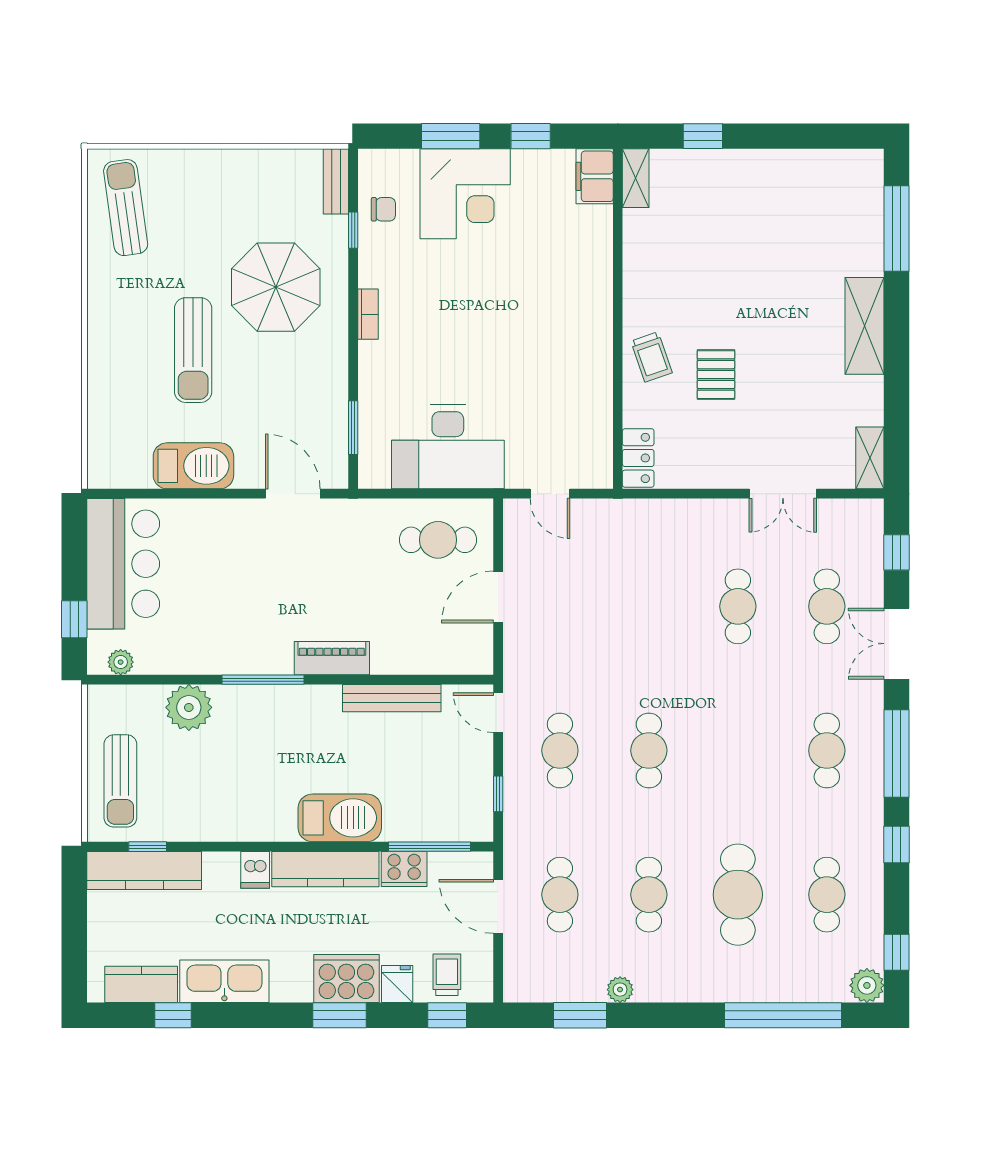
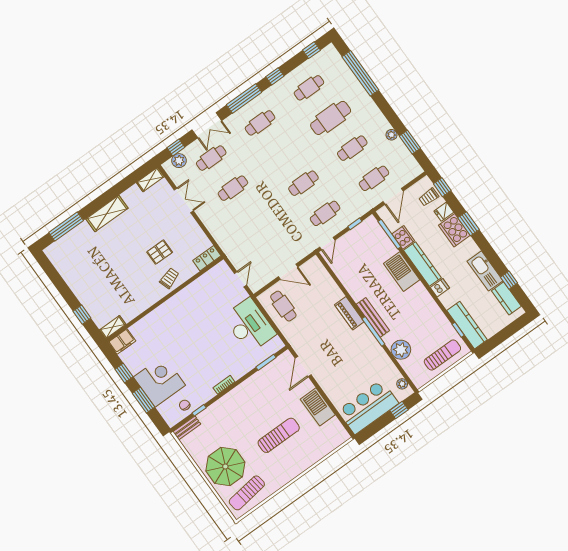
parasol: (276, 287) -> (225, 466), moved
bench: (392, 698) -> (373, 317), moved
plant: (867, 985) -> (179, 161), moved

